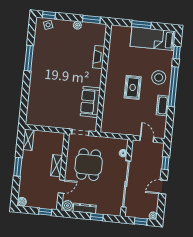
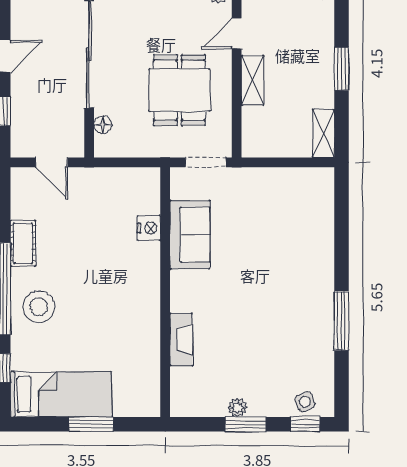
window: (91, 19) -> (245, 424), moved
rug: (133, 87) -> (96, 278), removed
nightstand: (108, 107) -> (149, 228), added

